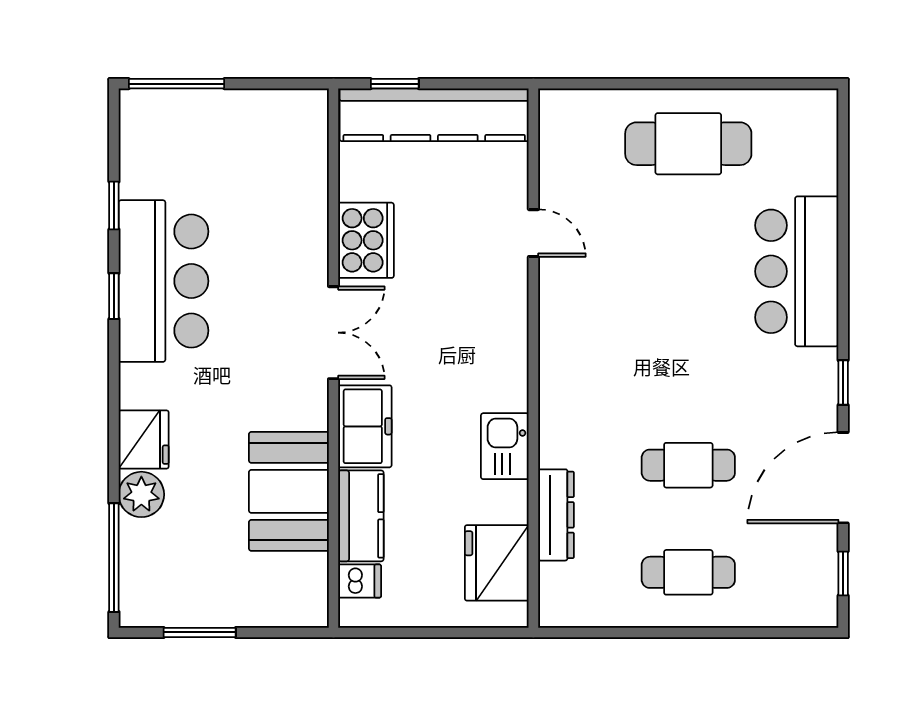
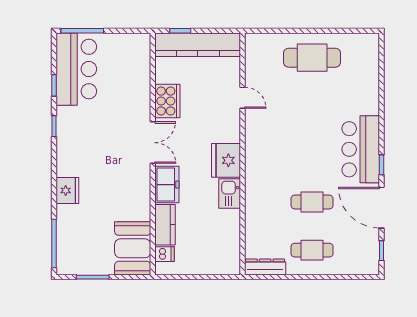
bar counter: (797, 271) -> (361, 149), moved
bar counter: (164, 281) -> (76, 69), moved
door: (843, 478) -> (382, 208), hinge flipped
booth: (289, 491) -> (133, 248), moved
plant: (141, 494) -> (66, 215), removed
dresser: (556, 515) -> (265, 267), moved, turned -90
fridge: (497, 563) -> (226, 160), moved

